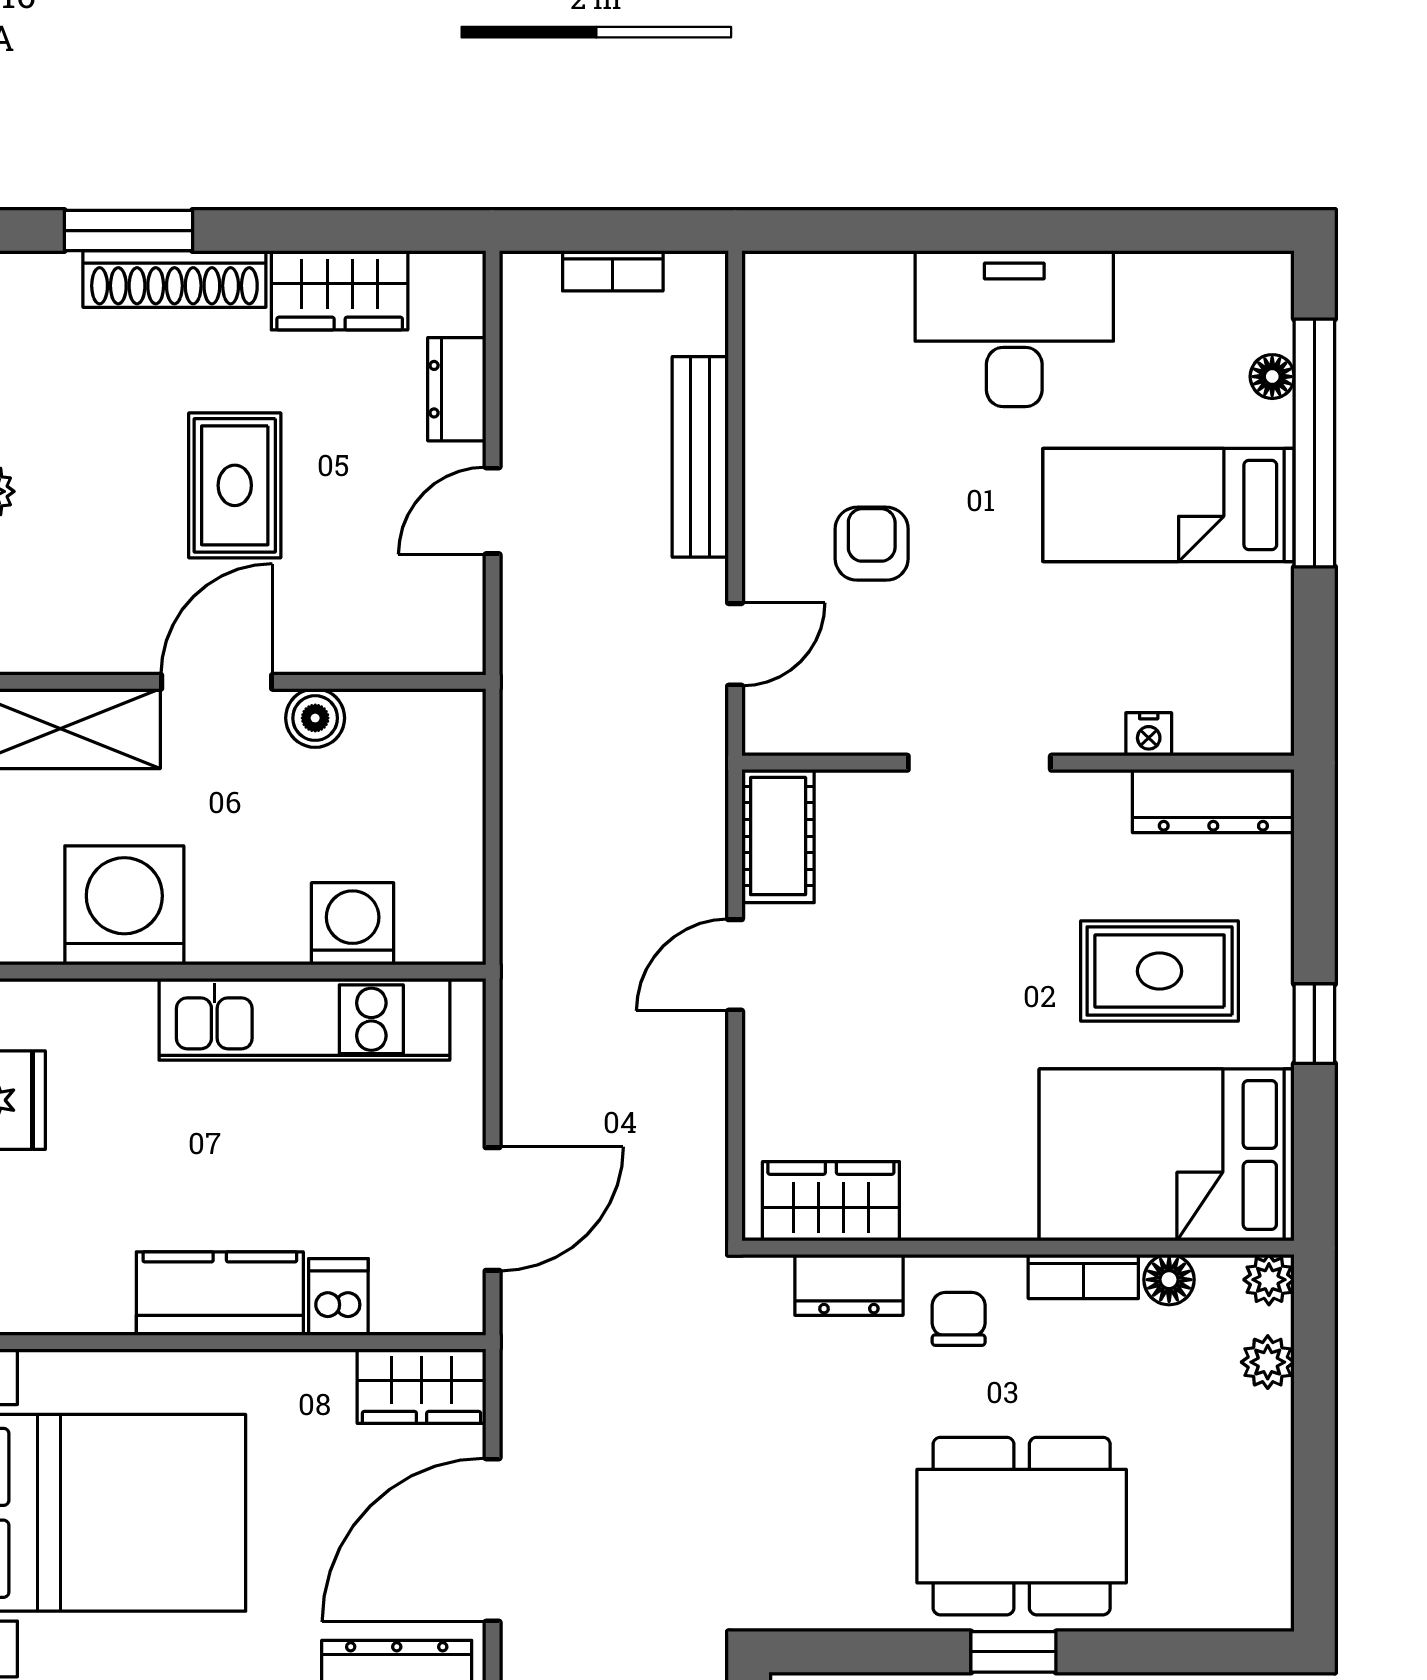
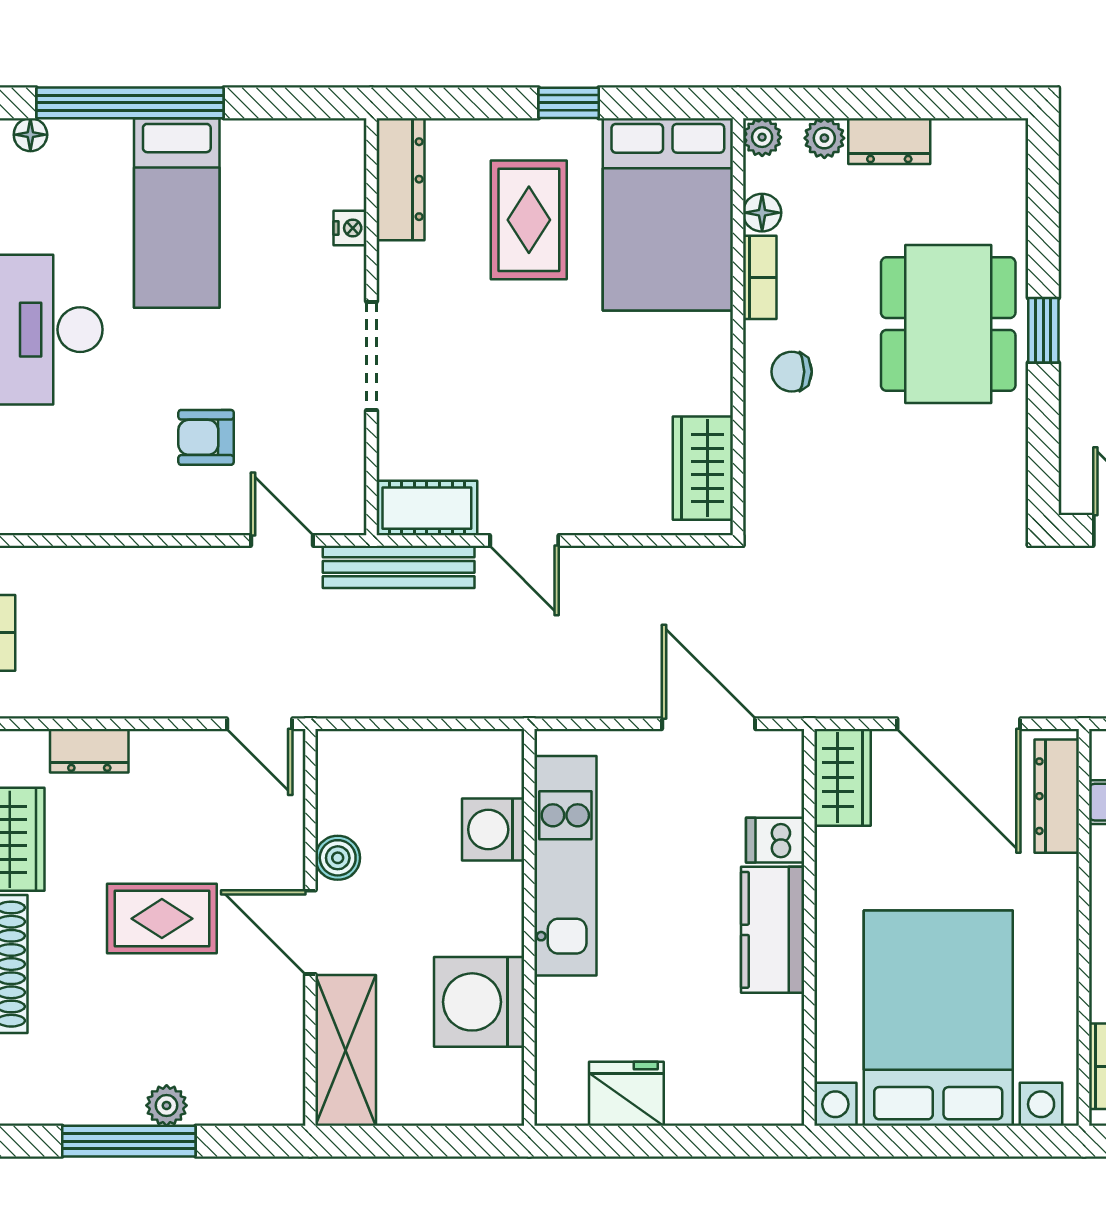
floor lamp: (1272, 377) -> (30, 135), moved
bench: (700, 457) -> (399, 567), moved
door: (493, 511) -> (260, 724), moved
dresser: (849, 1285) -> (889, 141), moved, turned 90

